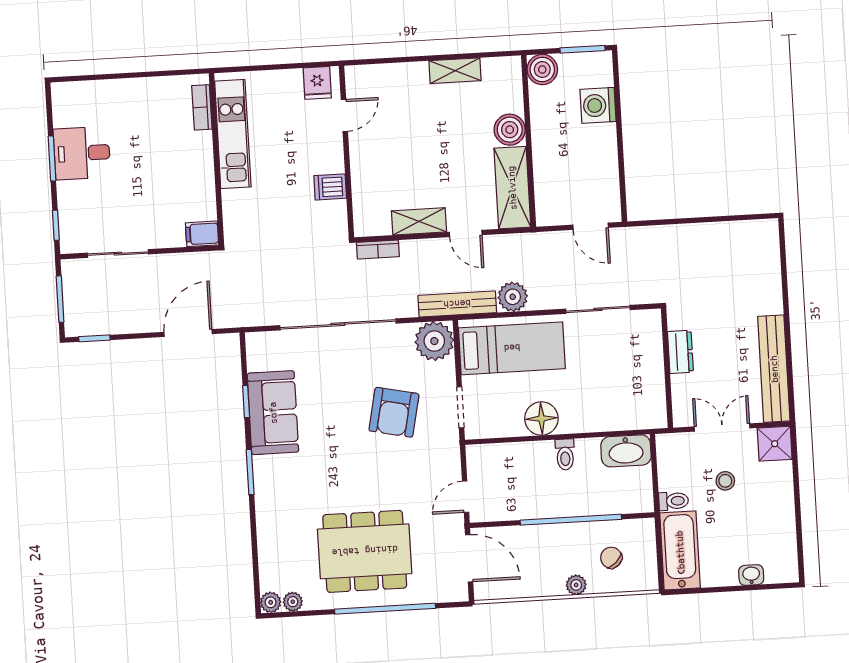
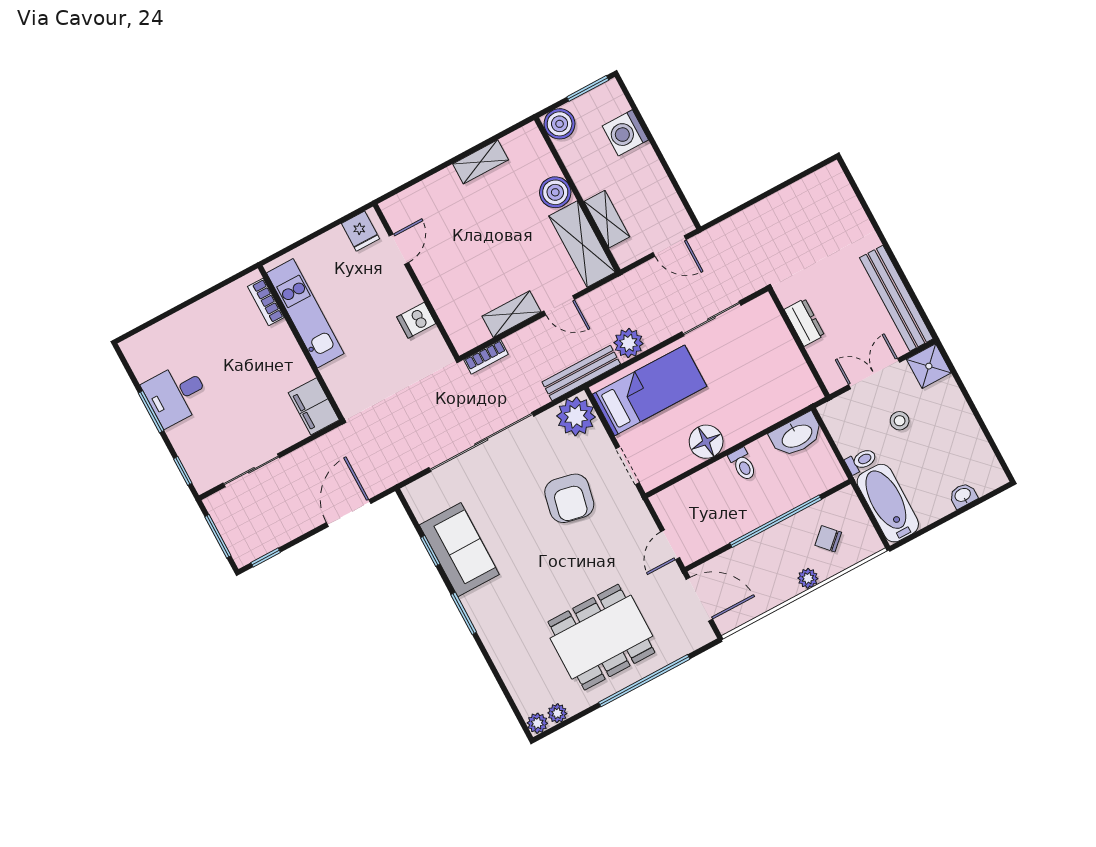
shelving: (545, 176) -> (607, 219), added
filing cabinet: (202, 234) -> (314, 406), width x2.00

